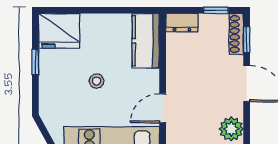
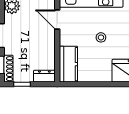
door: (163, 108) -> (57, 20), swing flipped

